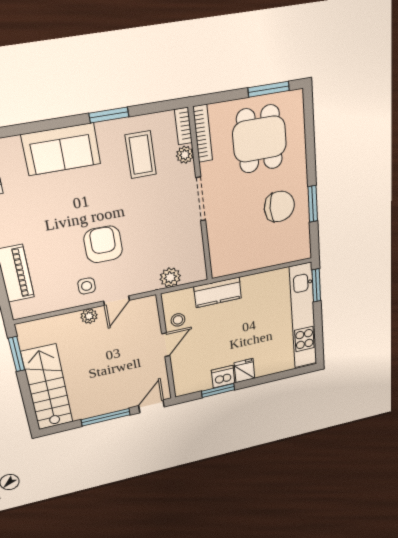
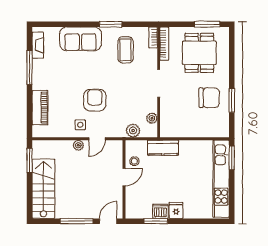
plant: (185, 155) -> (152, 118), moved

